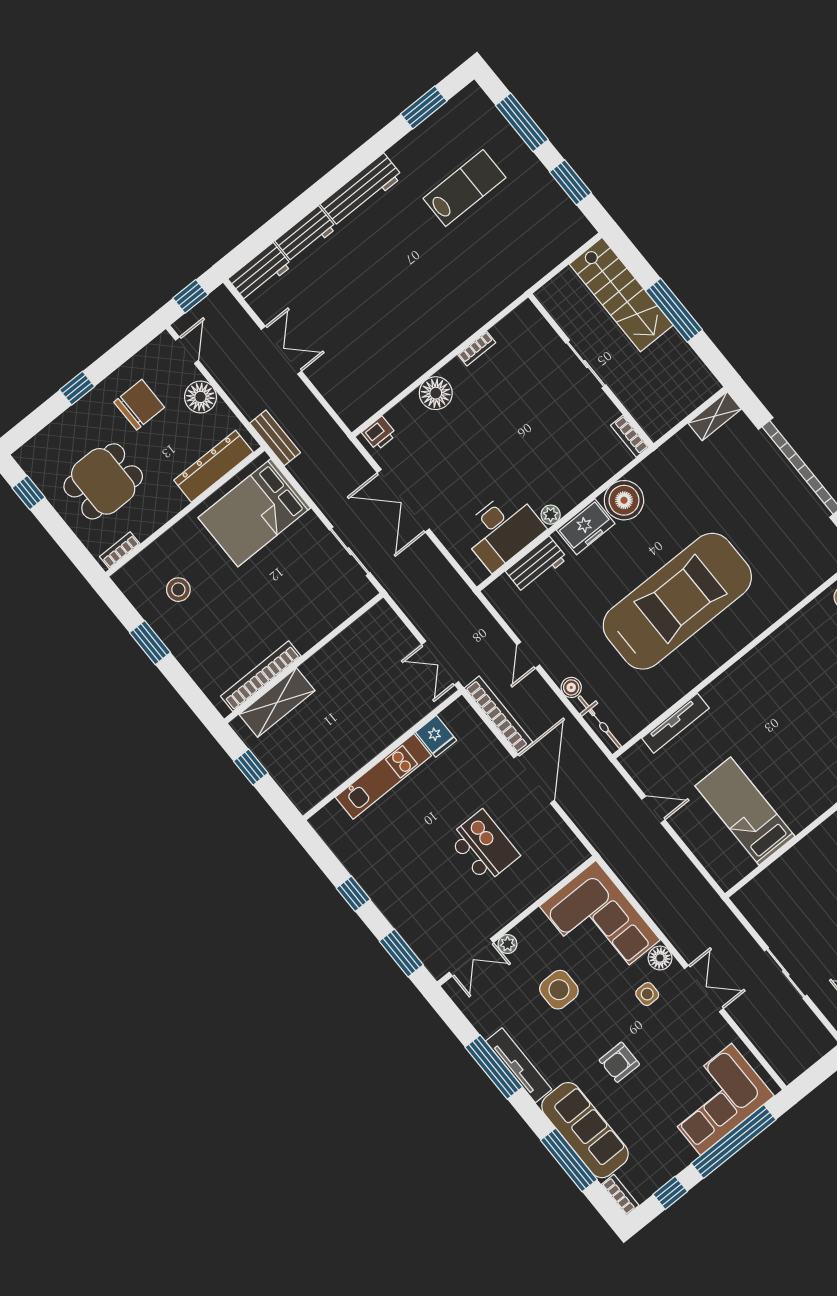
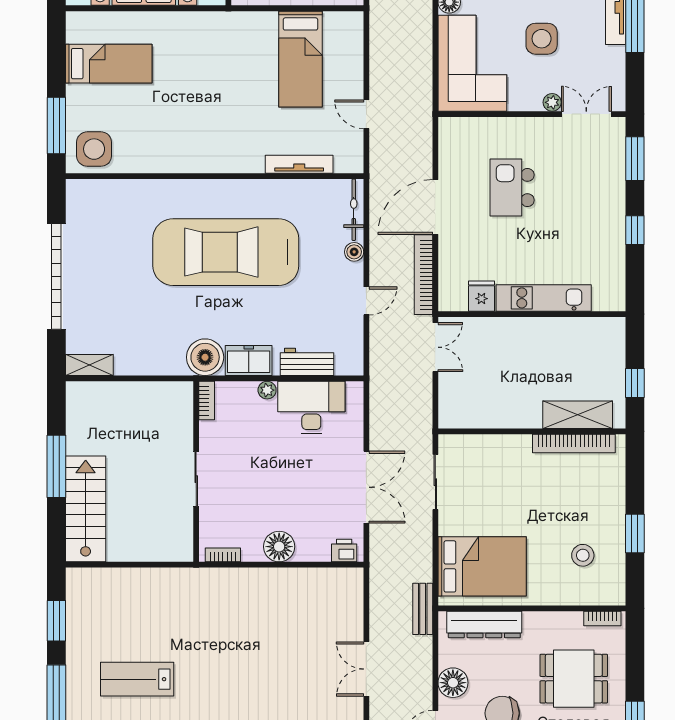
sliding door: (586, 364) -> (196, 479), moved
wall: (591, 370) -> (196, 472), moved
bookcase: (630, 436) -> (207, 401), moved

